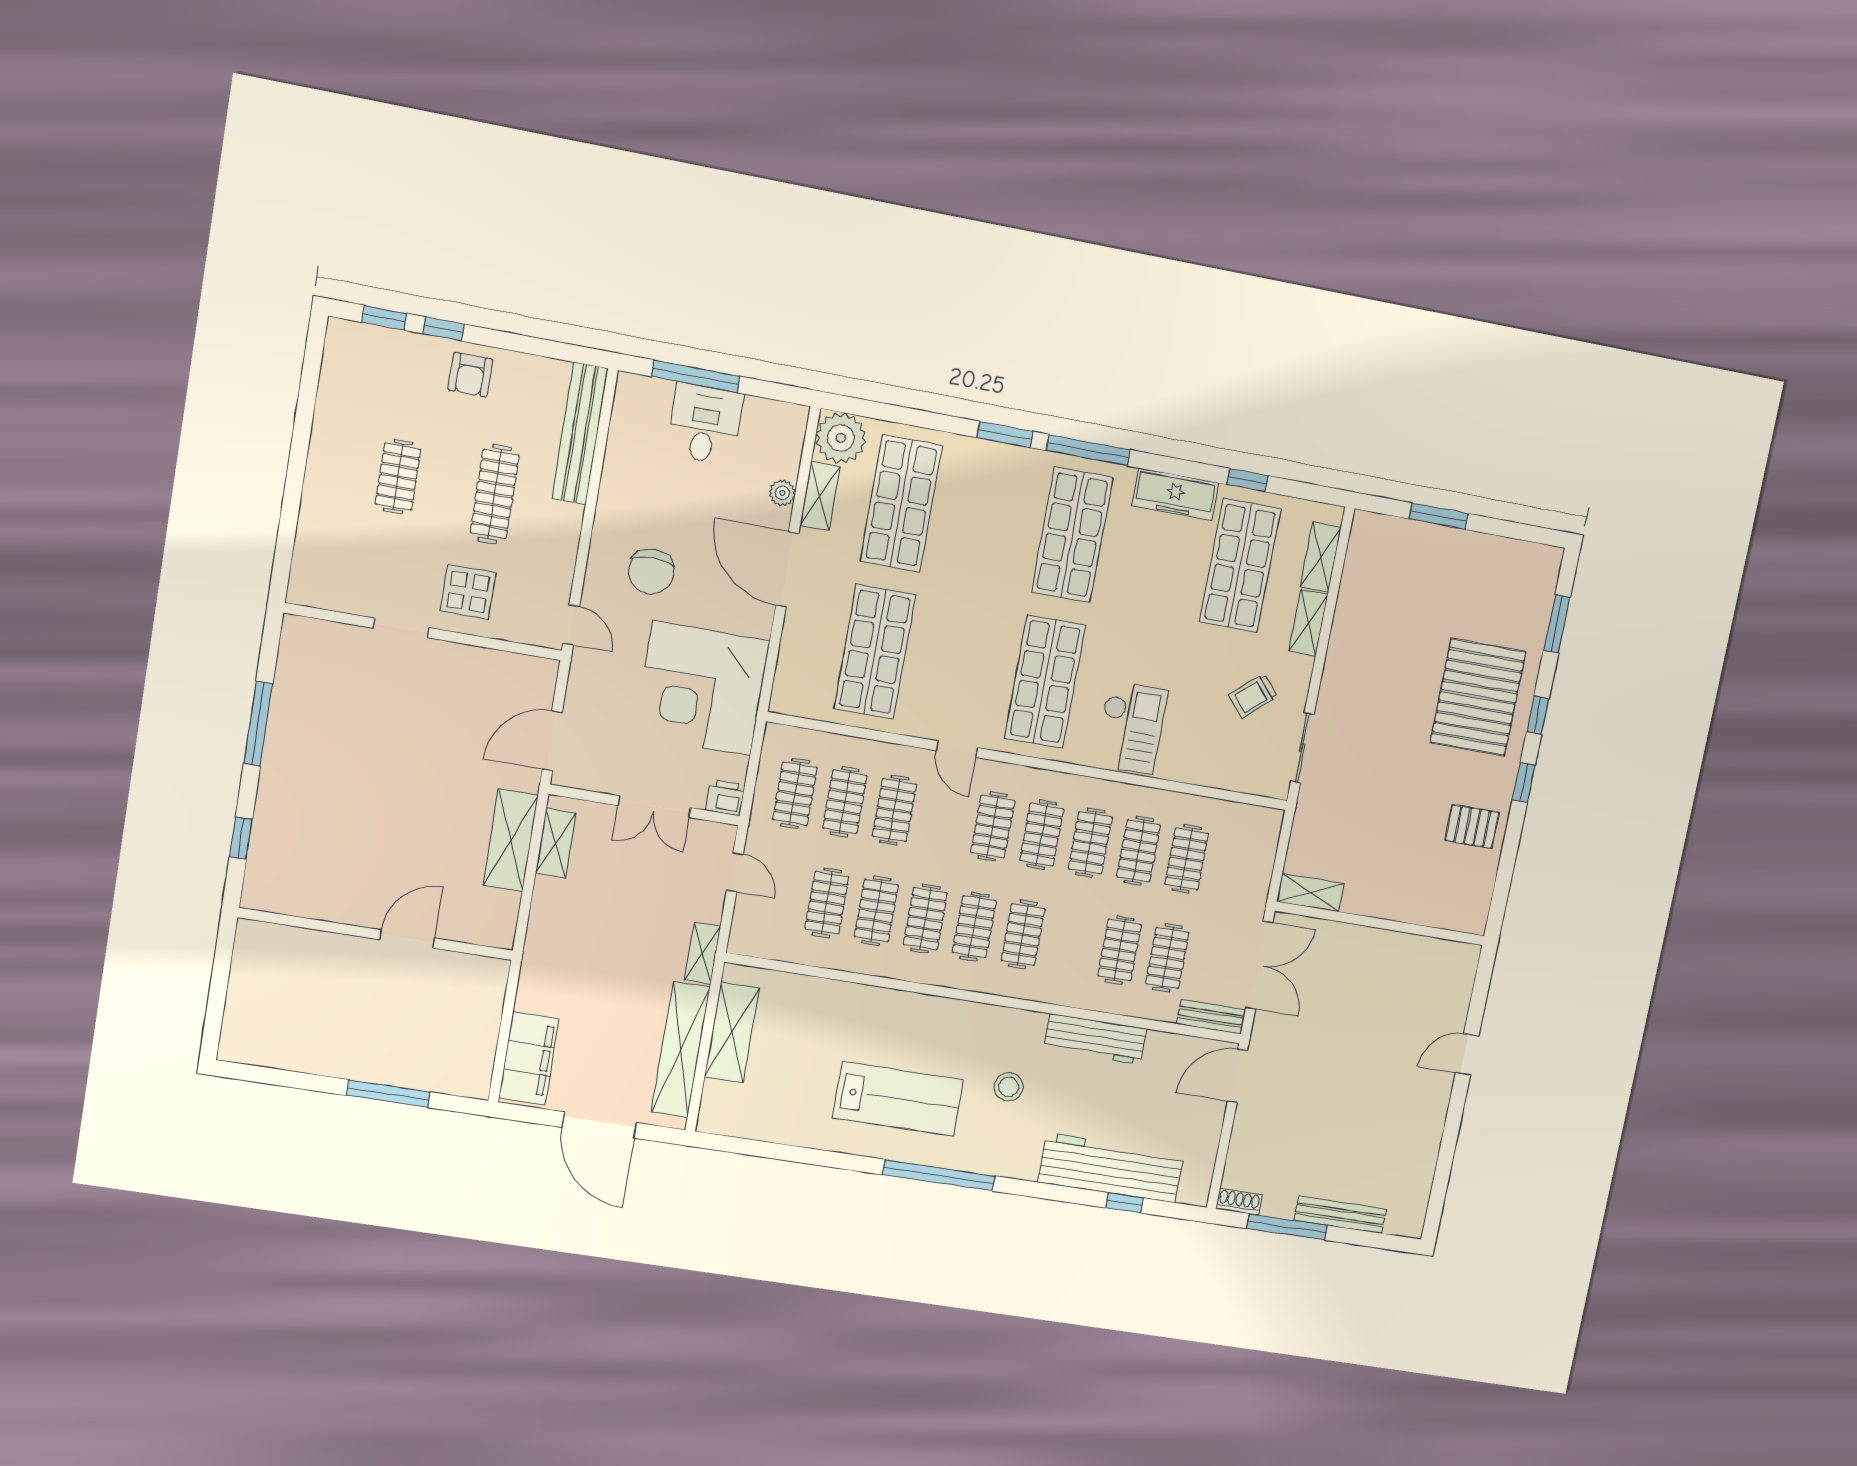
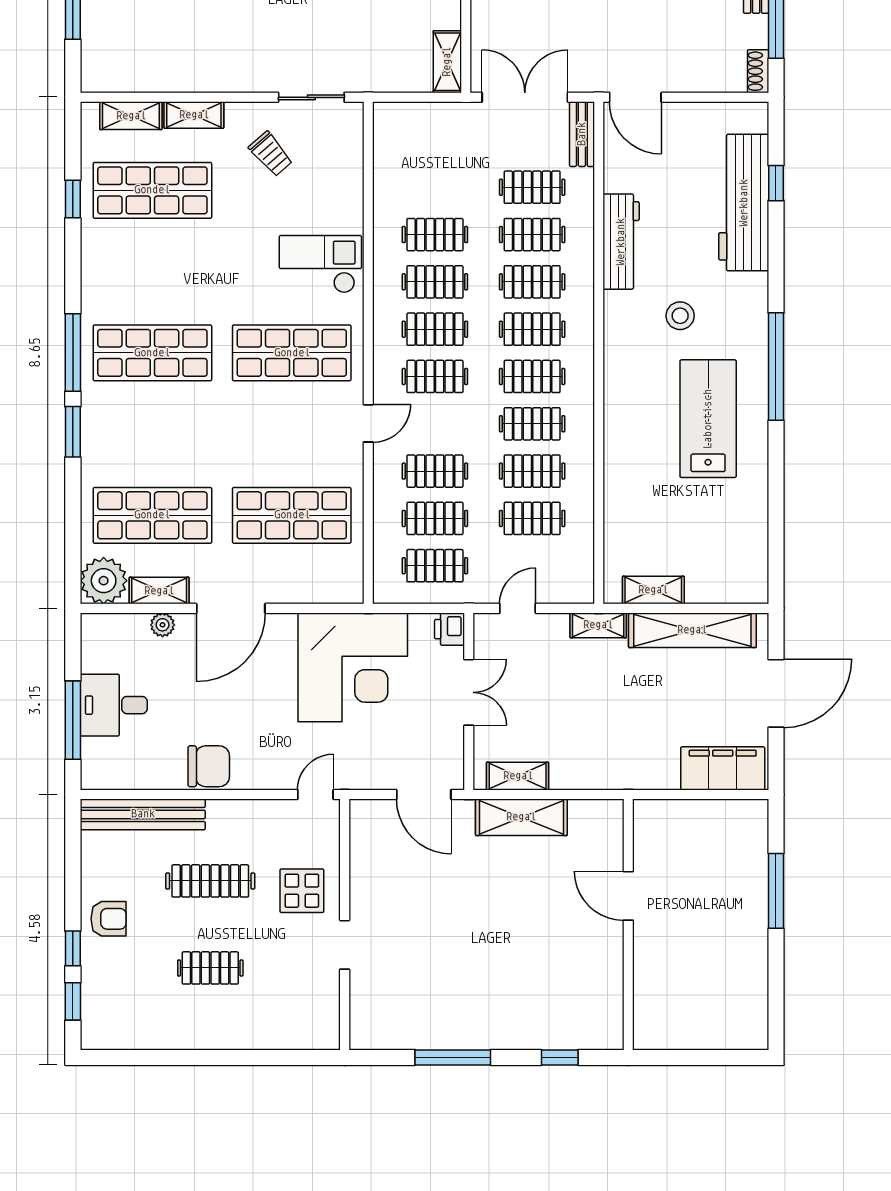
freezer: (1175, 494) -> (98, 264), removed
chair: (651, 571) -> (209, 766), moved
clothes rail: (1187, 859) -> (532, 282), moved
shelving: (732, 1032) -> (653, 590), width x0.67, depth x0.75

